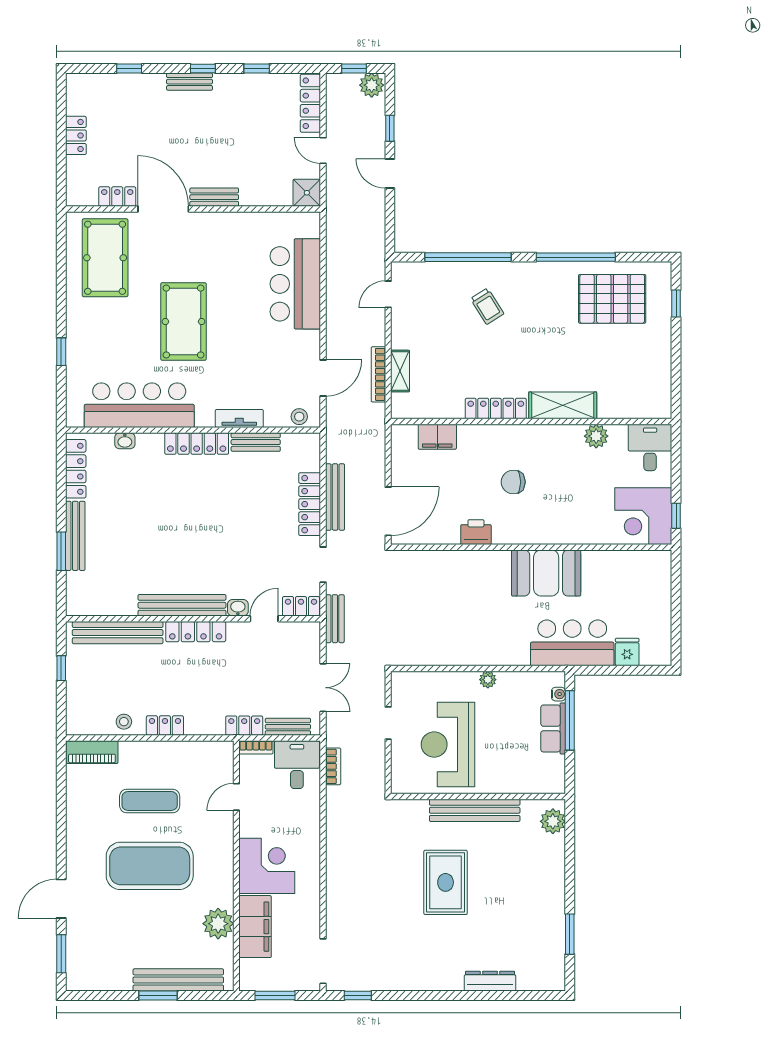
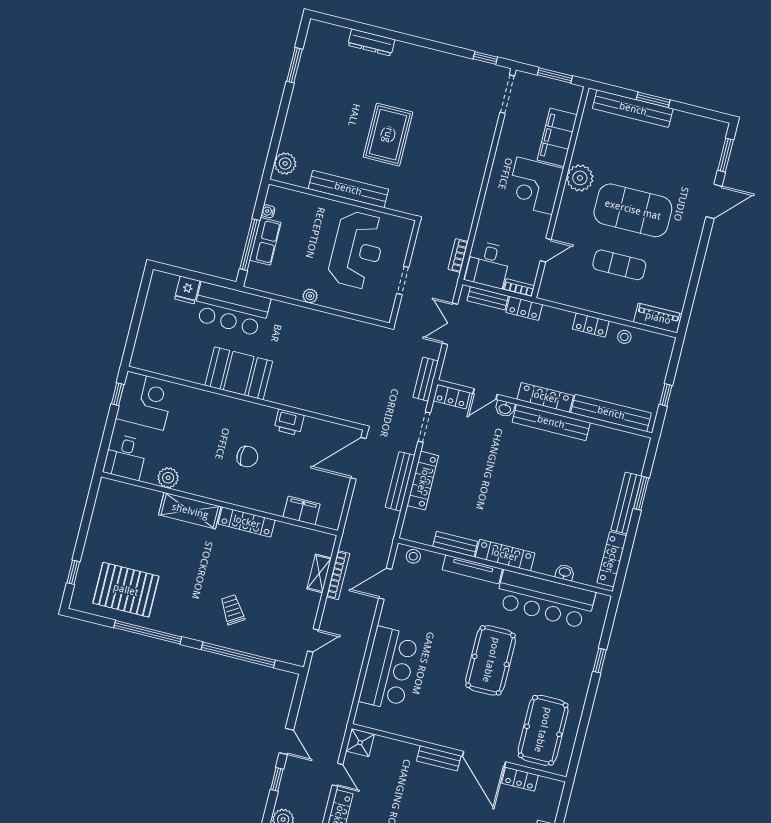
tv unit: (239, 418) -> (472, 569), width x1.41
water cooler: (558, 694) -> (268, 211), moved
plant: (218, 924) -> (580, 178), moved

